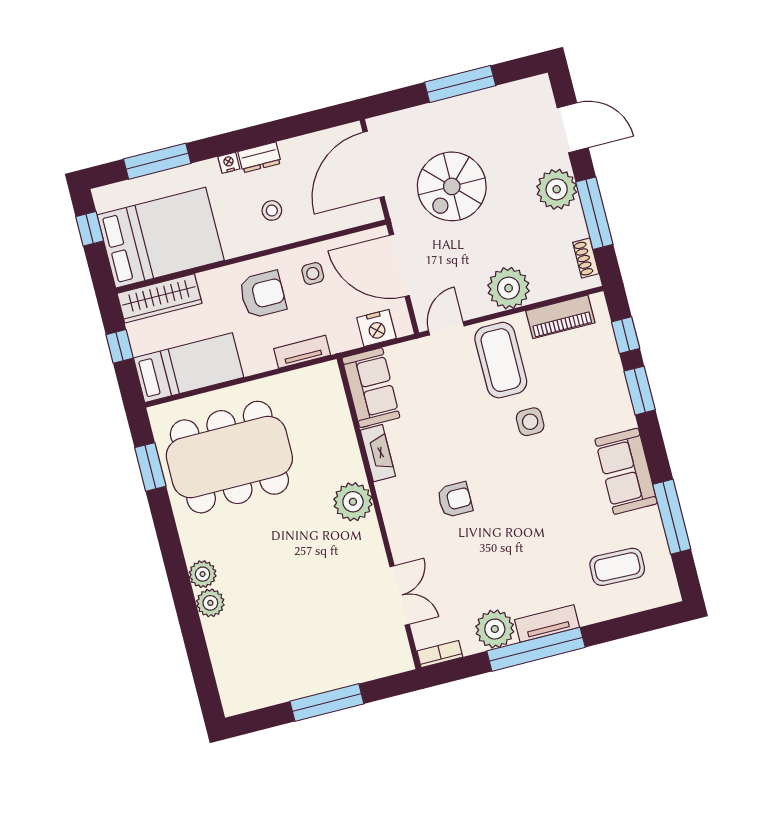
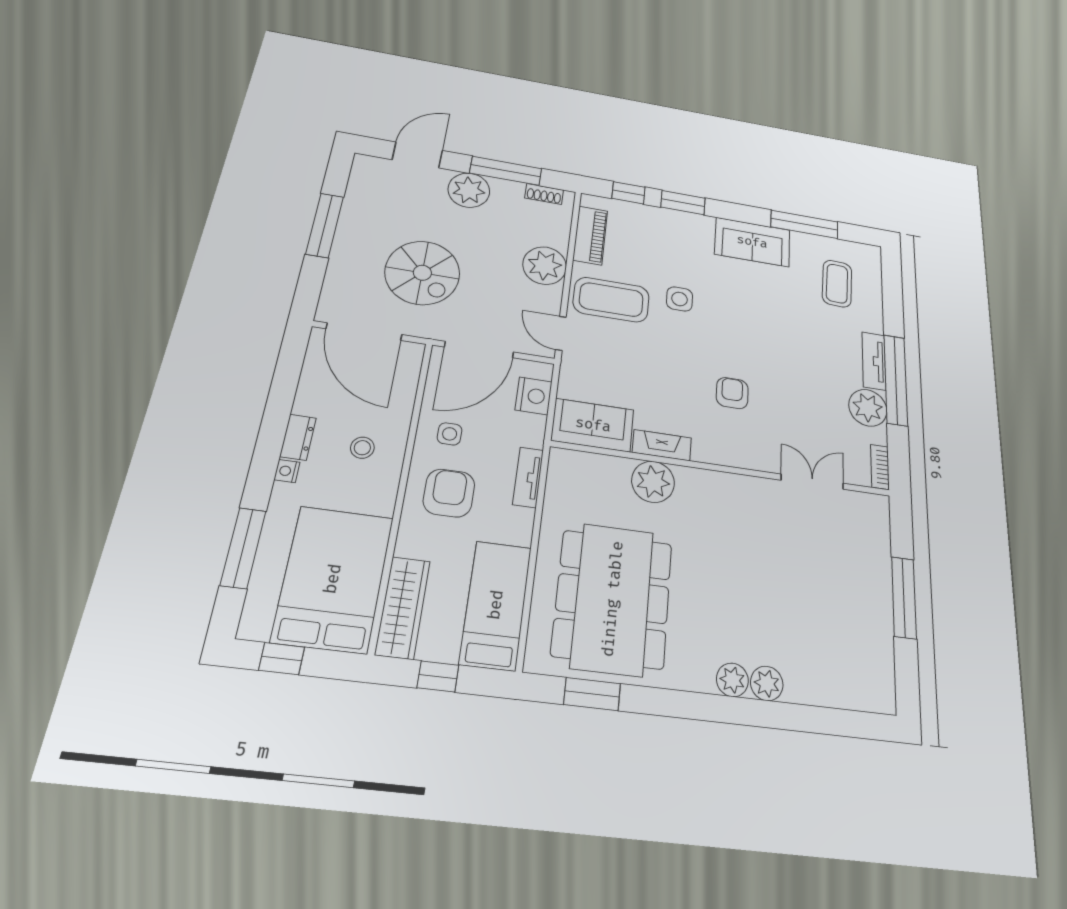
plant: (353, 502) -> (653, 482), moved

